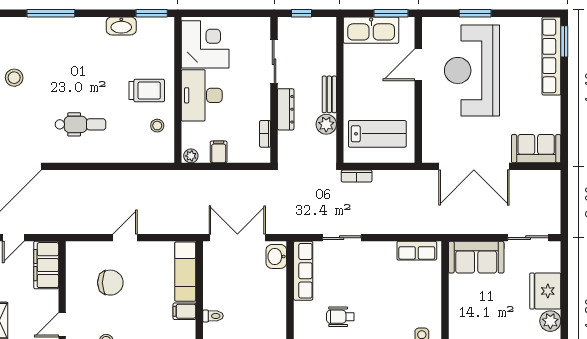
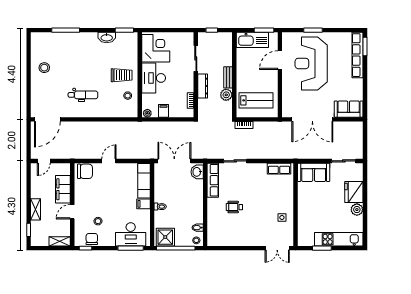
filing cabinet: (46, 265) -> (63, 189), moved
chair: (110, 283) -> (85, 171), moved

